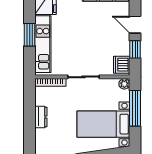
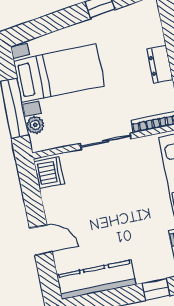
window: (135, 49) -> (33, 201), removed
plant: (124, 84) -> (35, 125), moved

